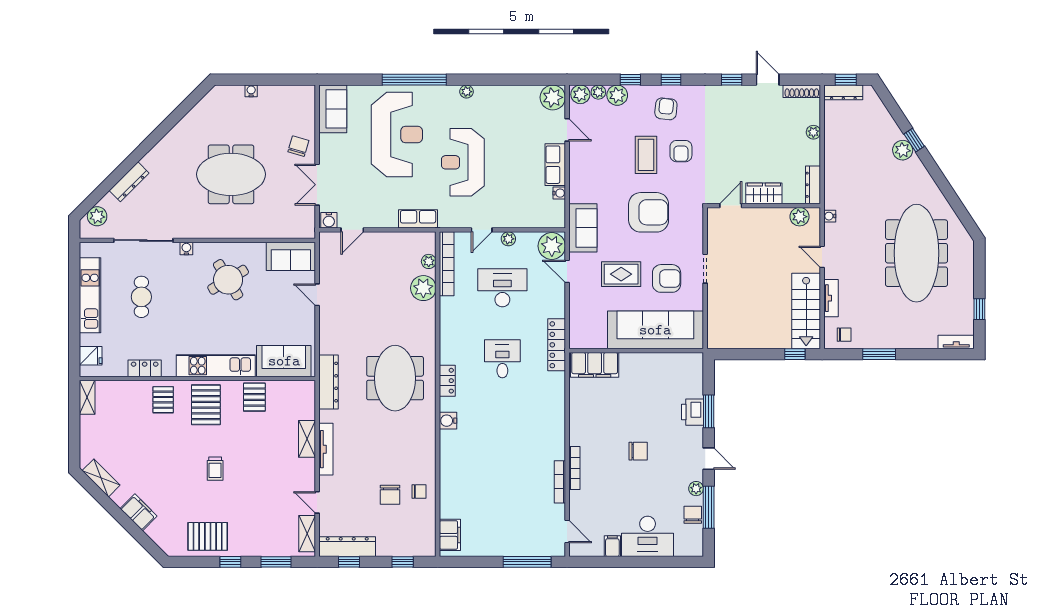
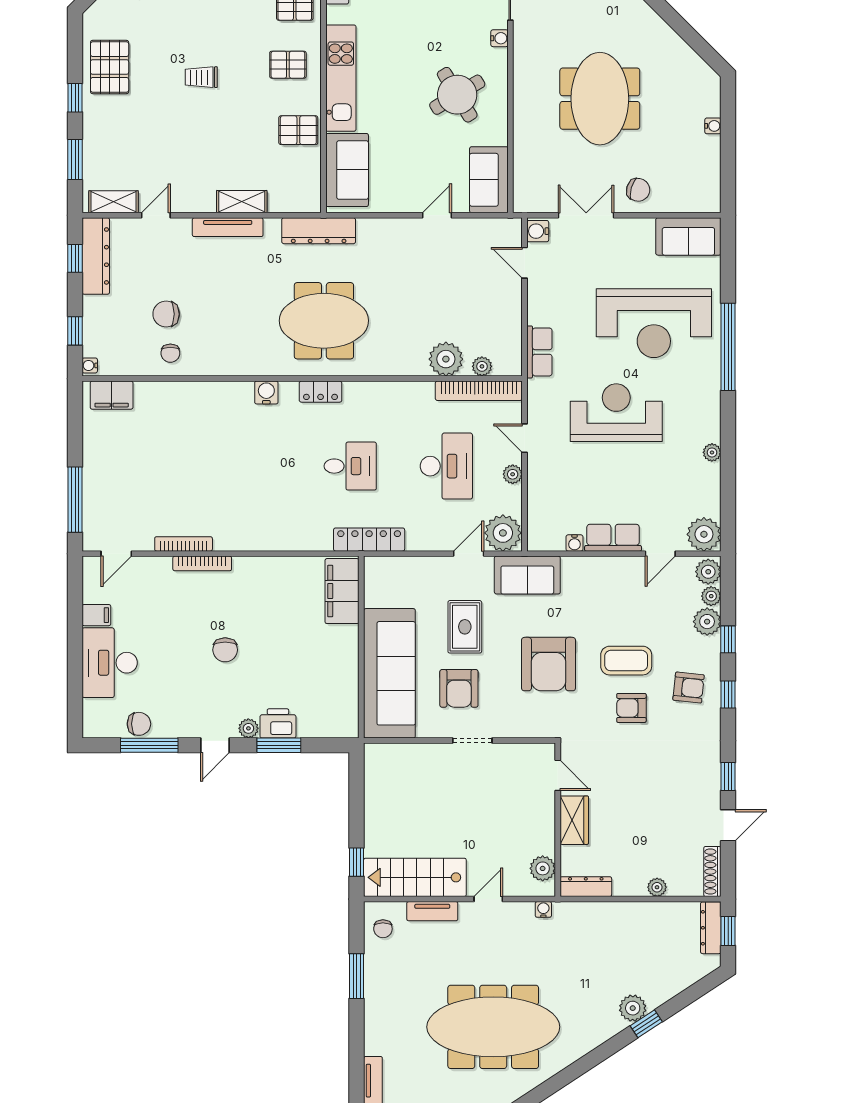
plant: (466, 92) -> (712, 452), moved
pallet: (206, 405) -> (288, 65), width x0.67, depth x0.71
plant: (696, 489) -> (248, 728), moved
water cooler: (428, 551) -> (90, 365), added

